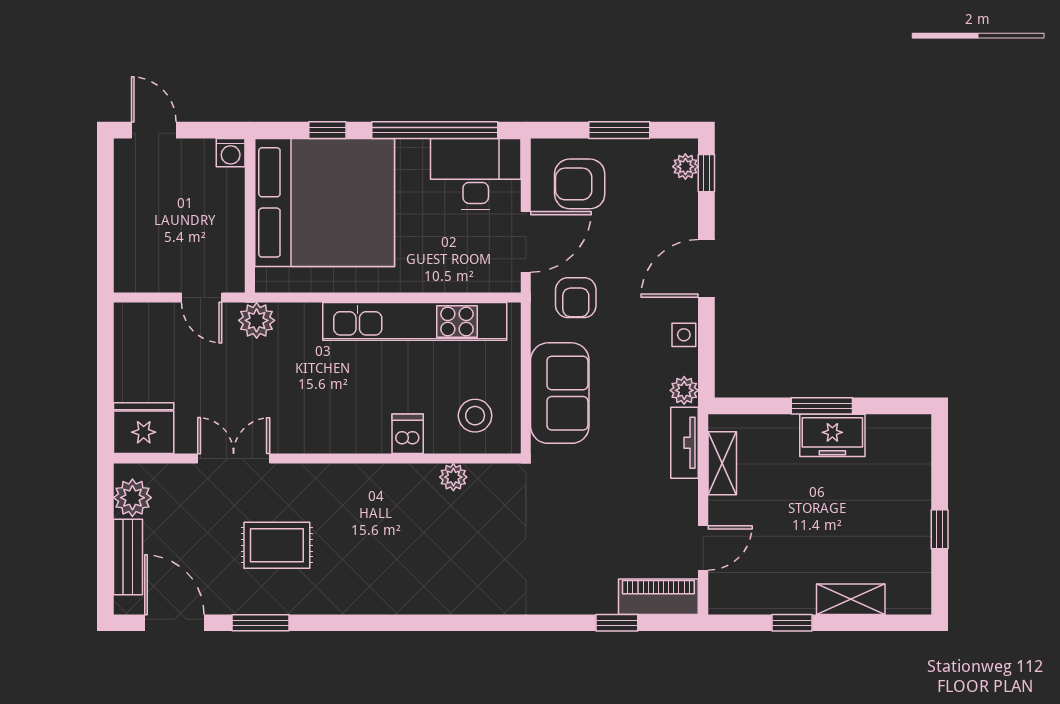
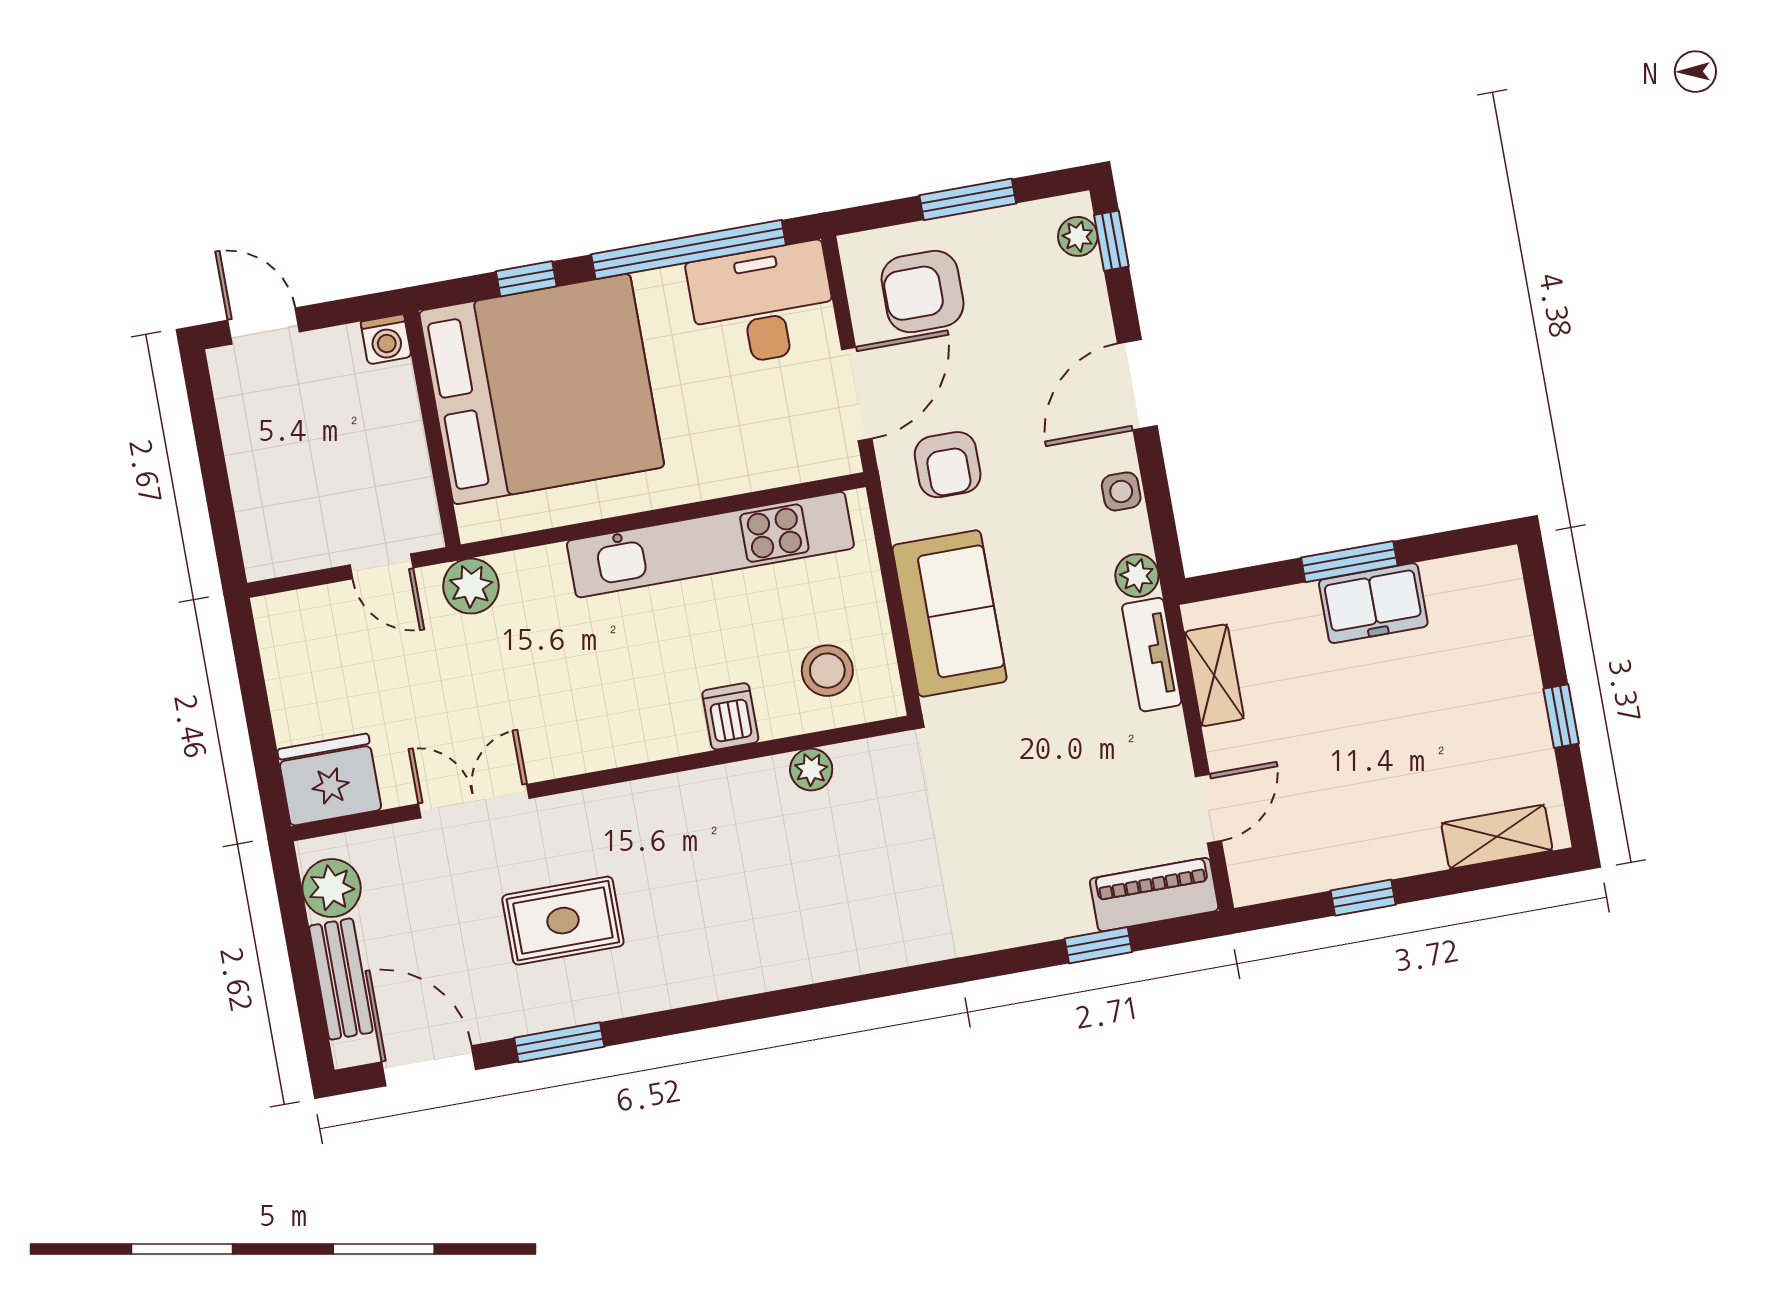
shelving: (851, 599) -> (1497, 837), moved

